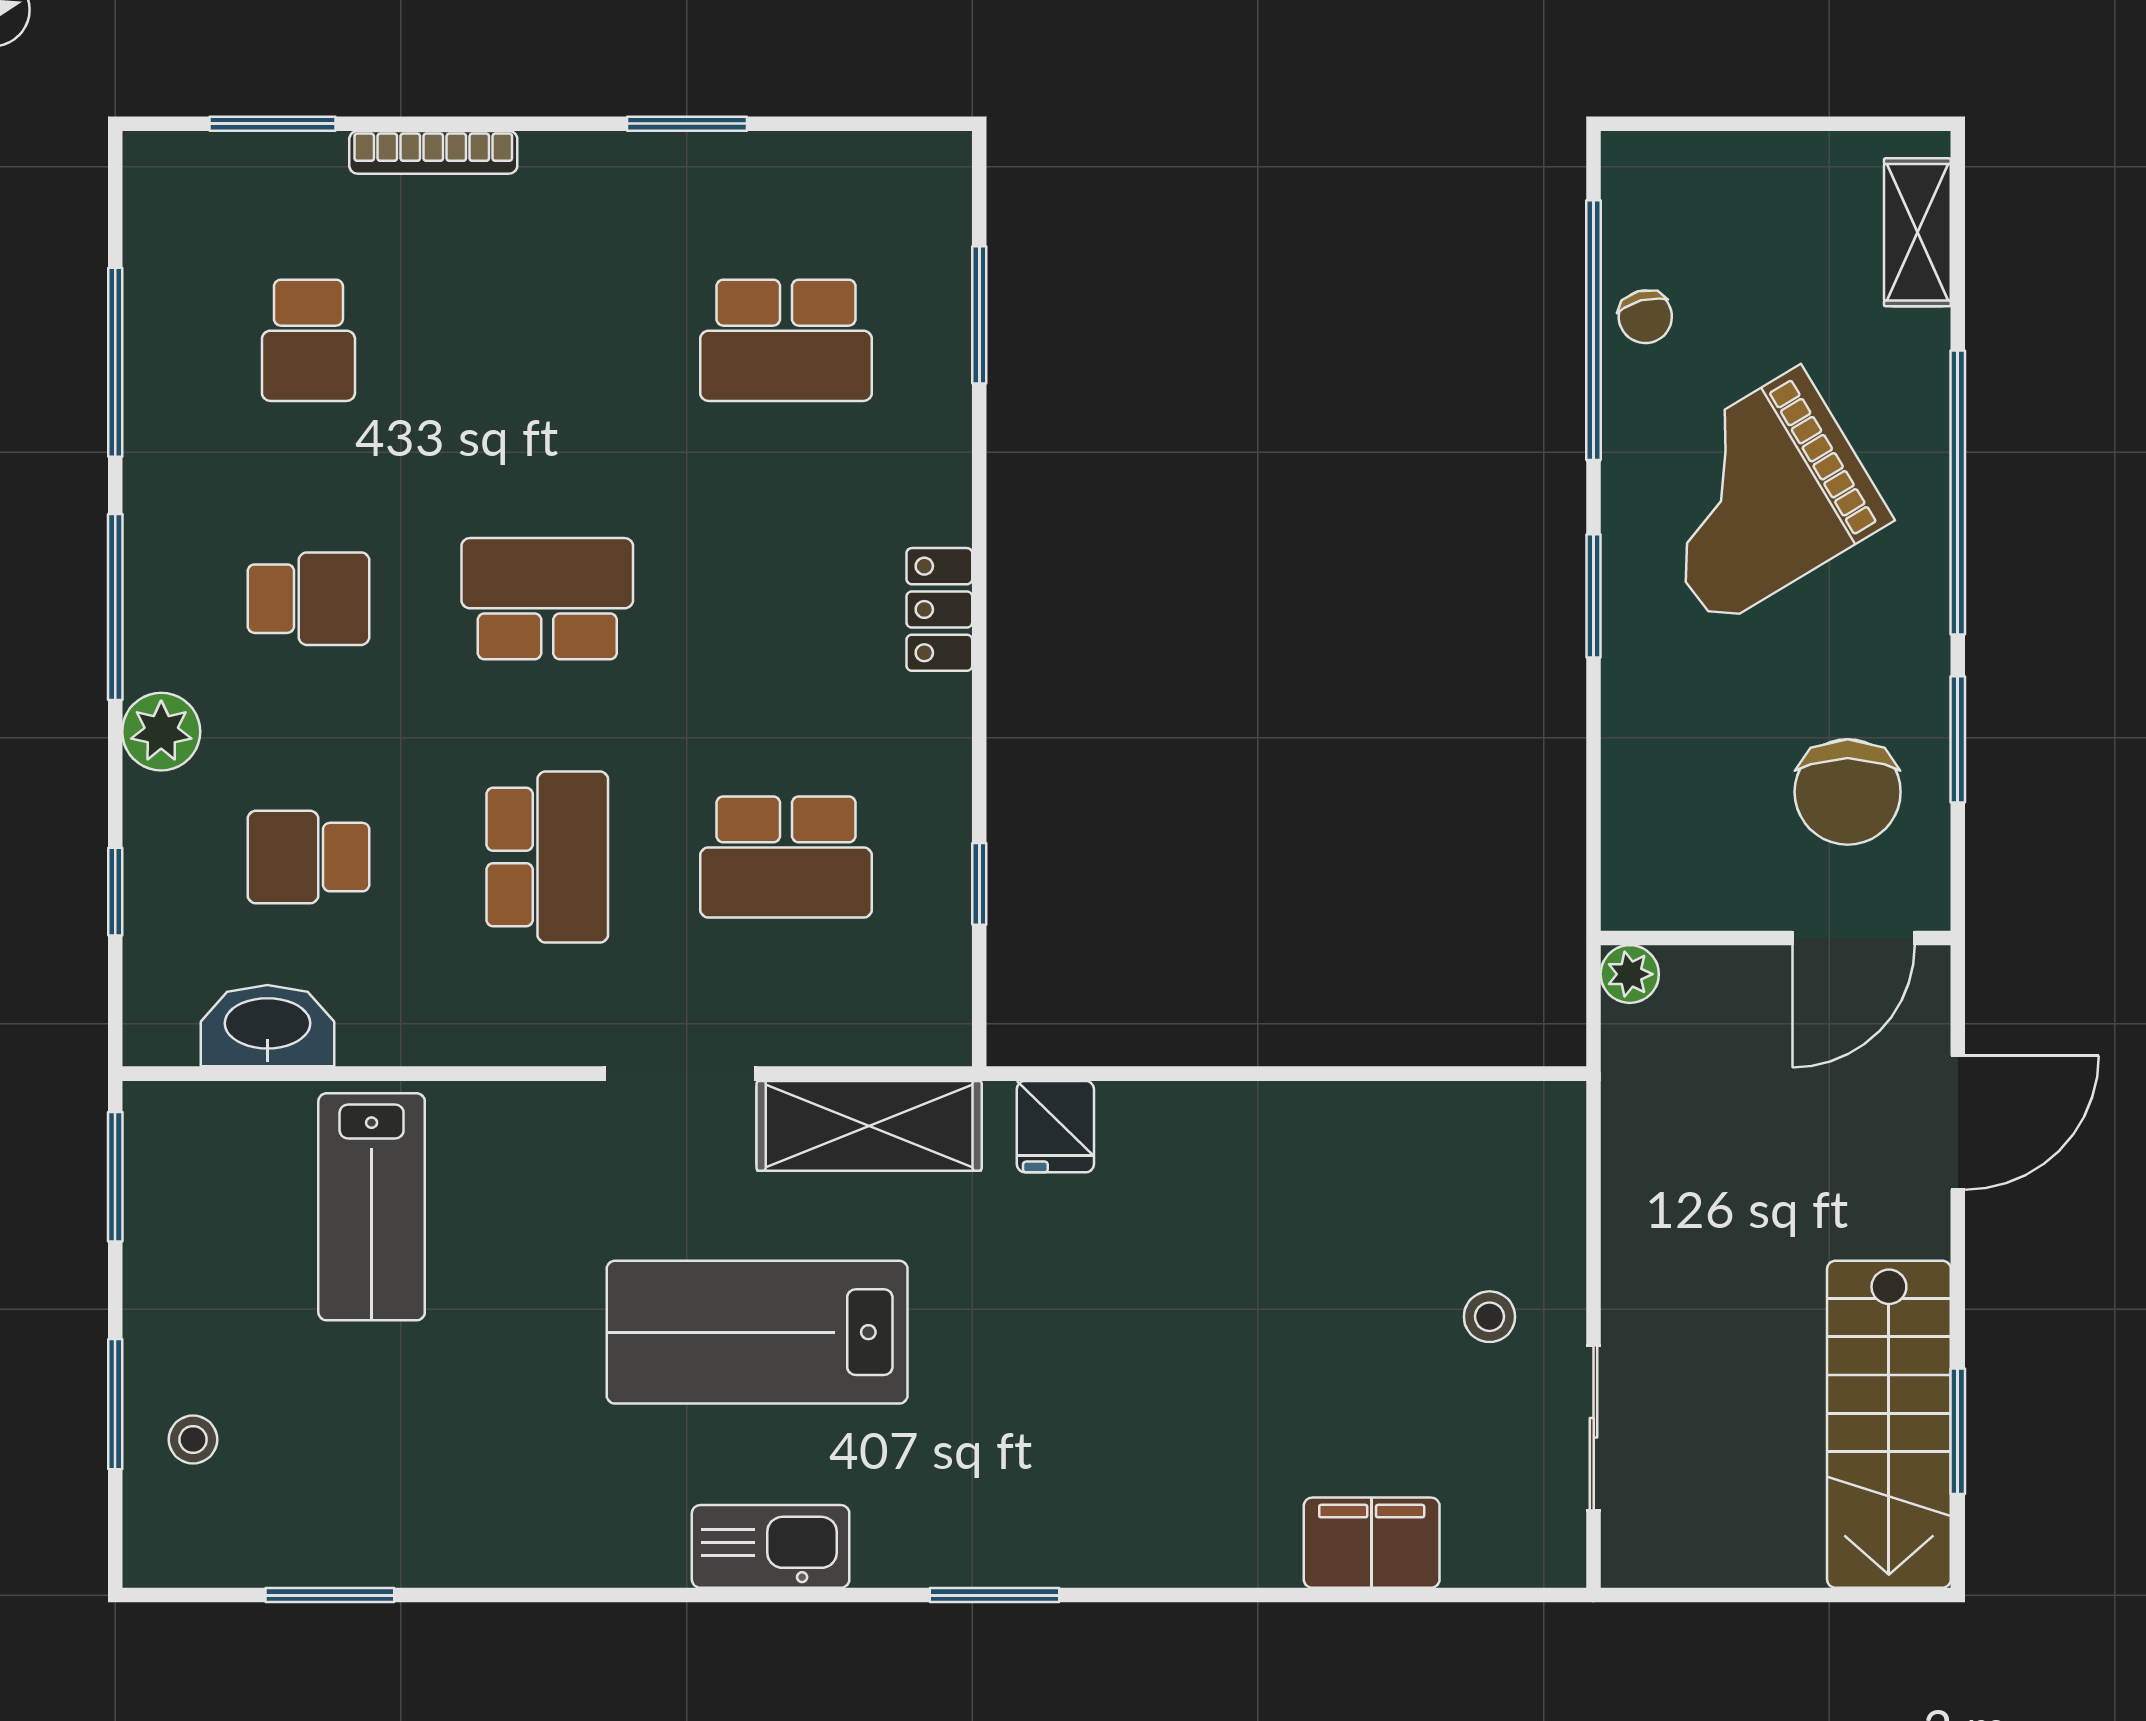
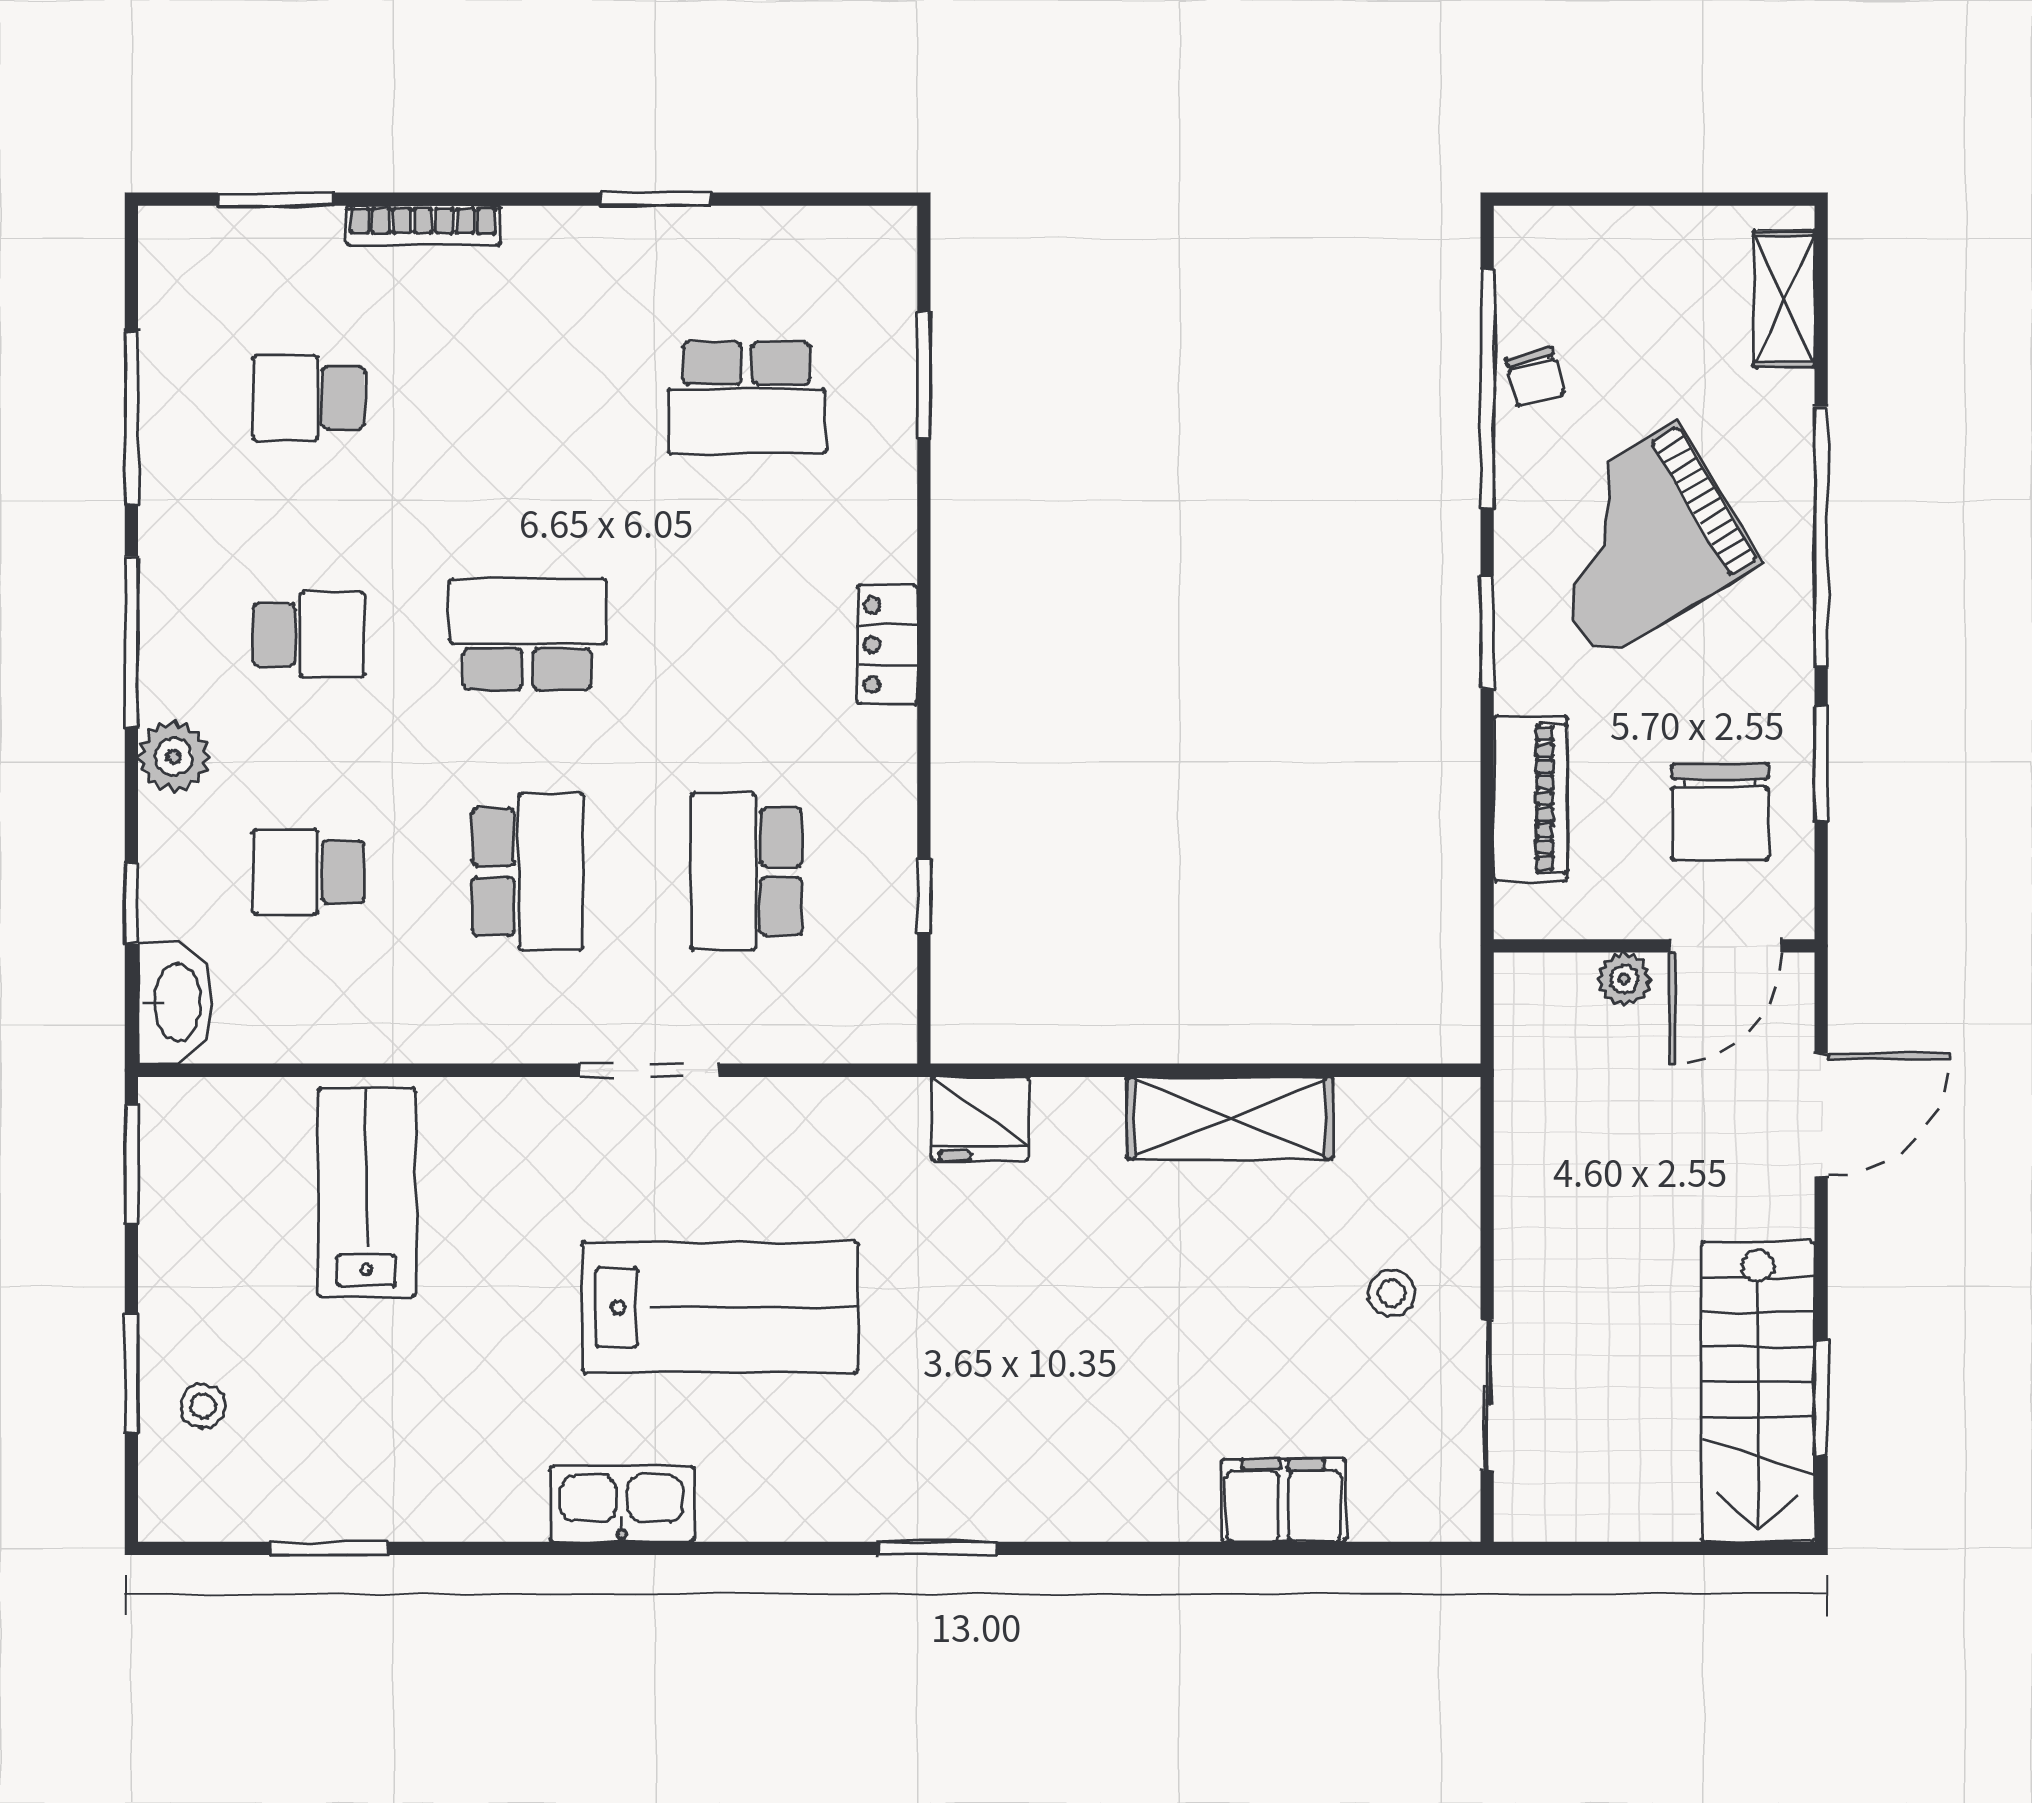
school desk: (308, 340) -> (309, 398), turned 90
piano: (1641, 777) -> (1531, 799), added
school desk: (786, 857) -> (747, 872), turned 90
plant: (1630, 974) -> (1624, 979), moved
washbasin: (267, 1026) -> (175, 1003), moved, turned 90
shelving: (869, 1126) -> (1230, 1118), moved
fridge: (1055, 1127) -> (980, 1119), width x1.38
lab bench: (372, 1207) -> (367, 1192), turned 180
lab bench: (757, 1332) -> (720, 1307), turned 180
kitchen sink: (771, 1546) -> (622, 1504), moved

